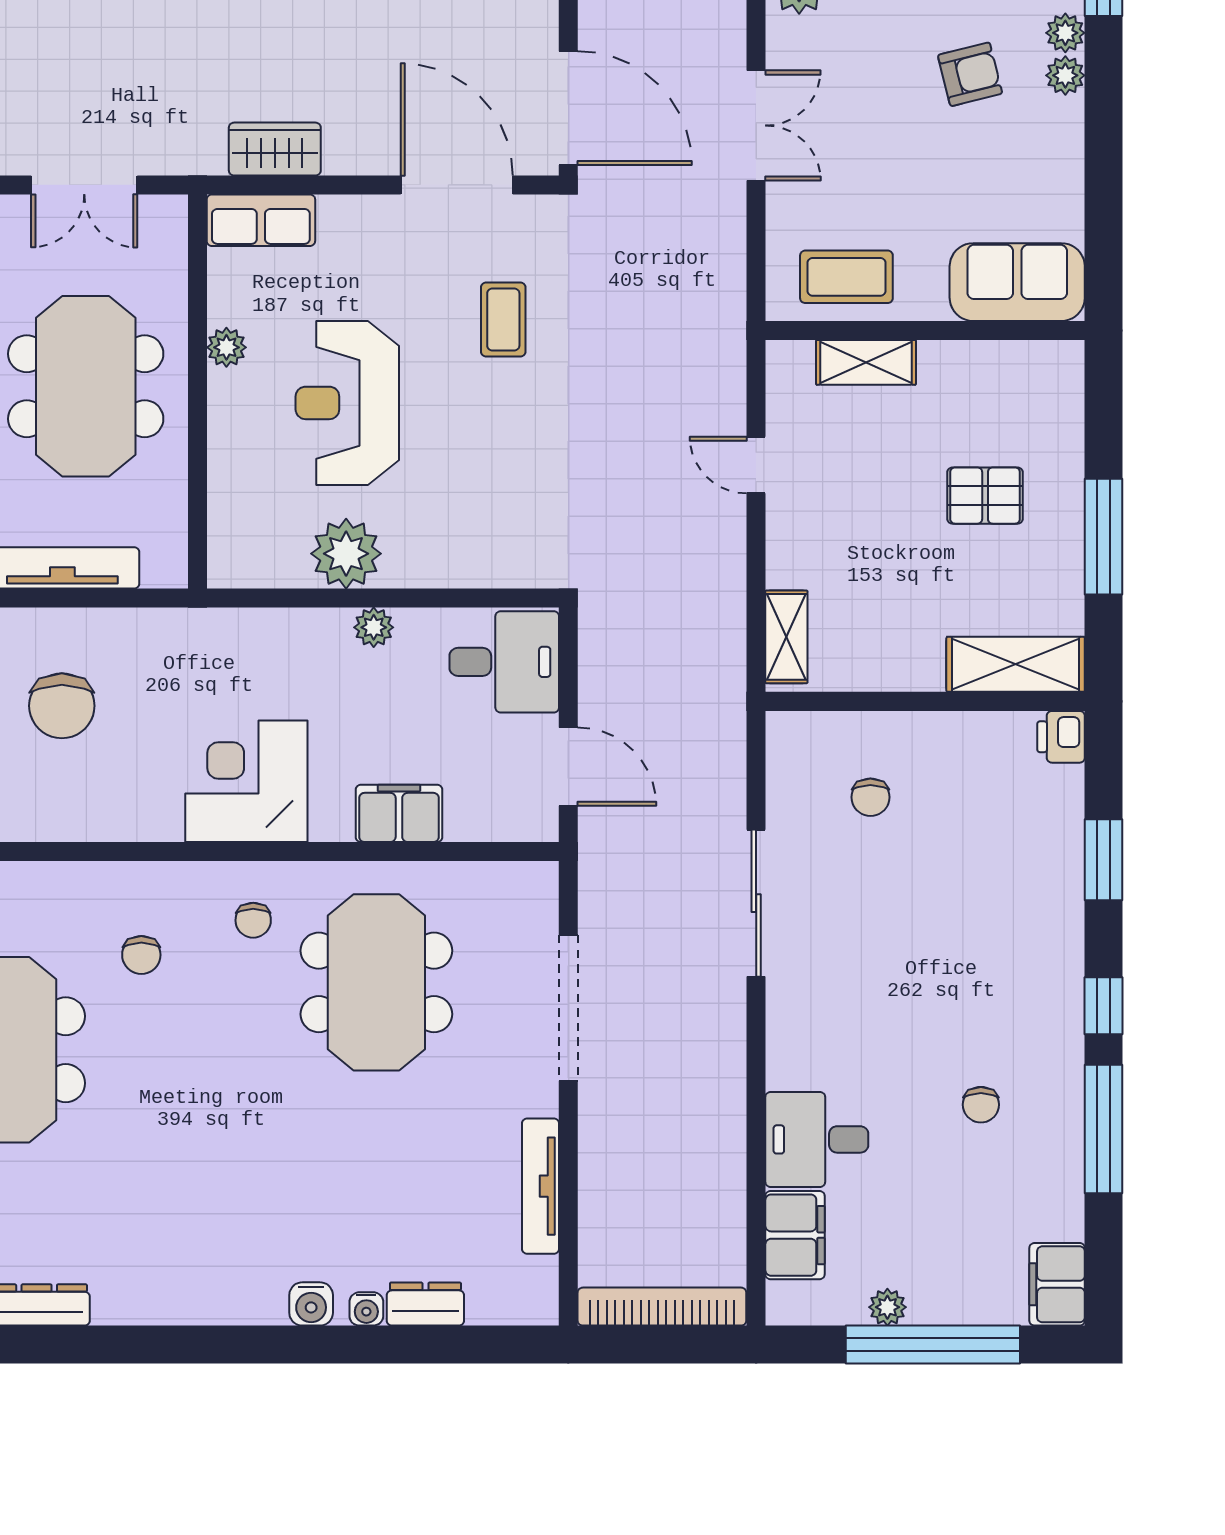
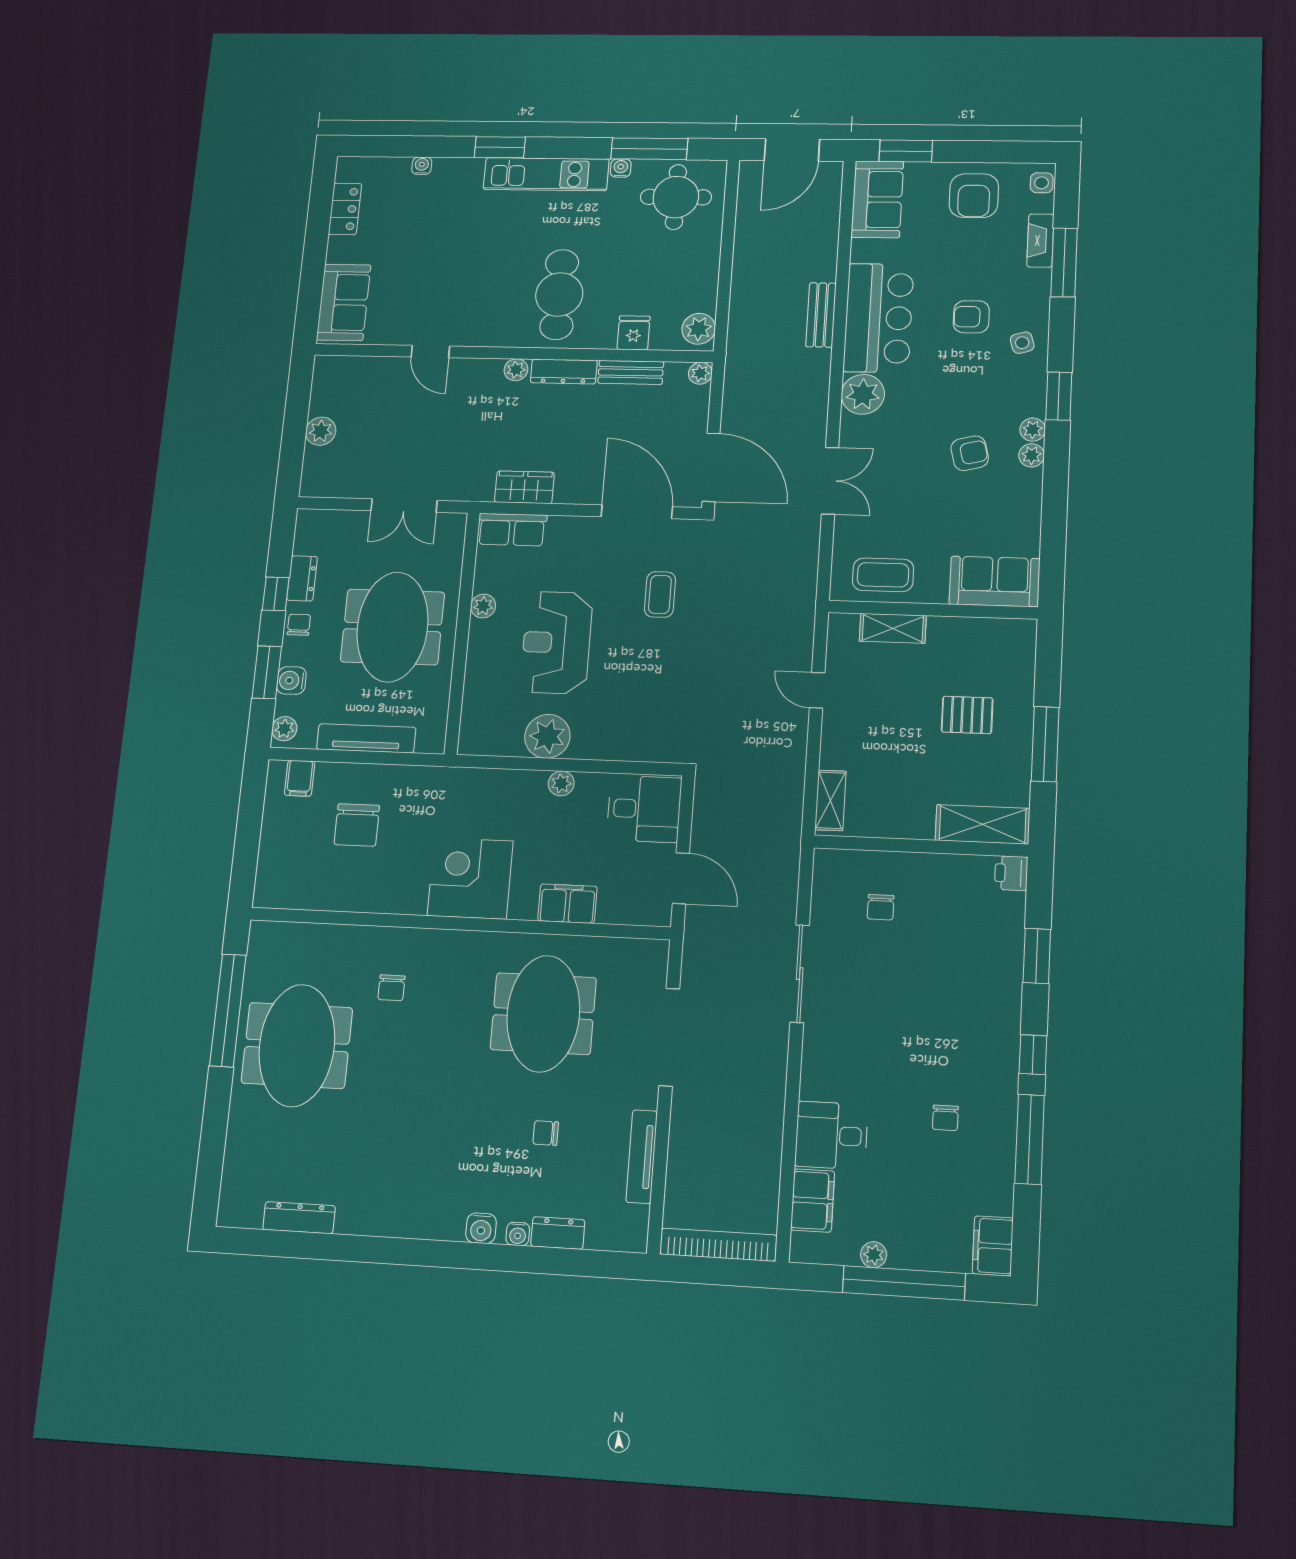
chair: (253, 920) -> (546, 1133), moved, turned 90

